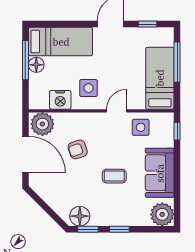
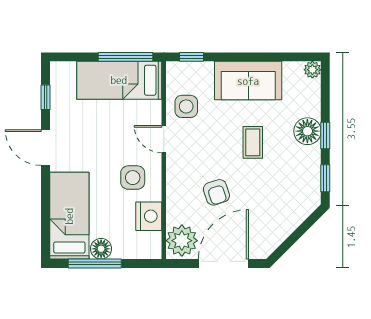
window: (177, 62) -> (125, 57), moved
plant: (162, 214) -> (312, 70), width x0.53, depth x0.53
floor lamp: (80, 216) -> (307, 131), moved

